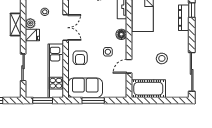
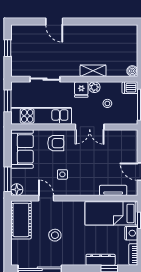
floor lamp: (121, 34) -> (17, 190), moved
armchair: (80, 58) -> (56, 143), turned 180
window: (93, 101) -> (8, 179), moved

